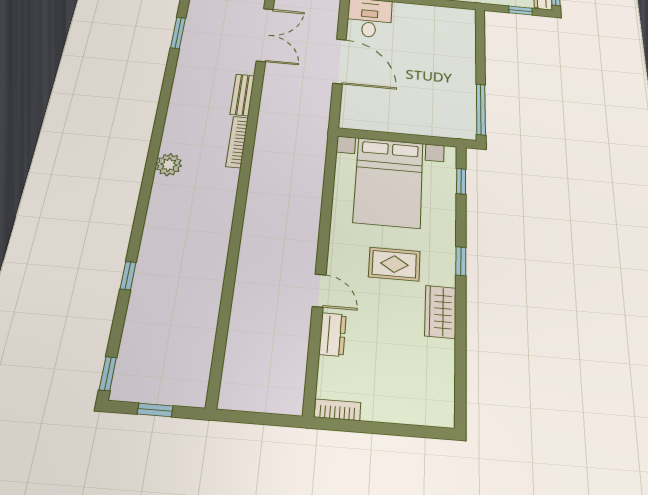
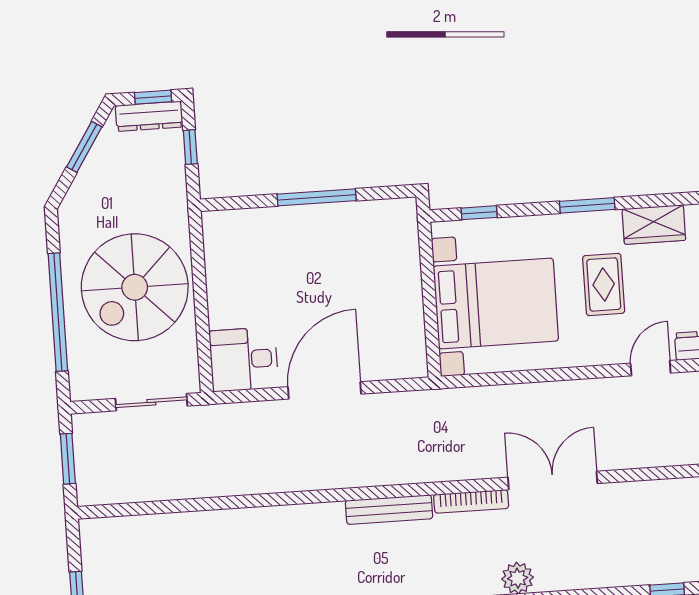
double door: (265, 35) -> (553, 480), moved
bench: (242, 95) -> (389, 510), width x1.36
window: (481, 109) -> (317, 197), moved
window: (461, 261) -> (587, 205), width x1.50

